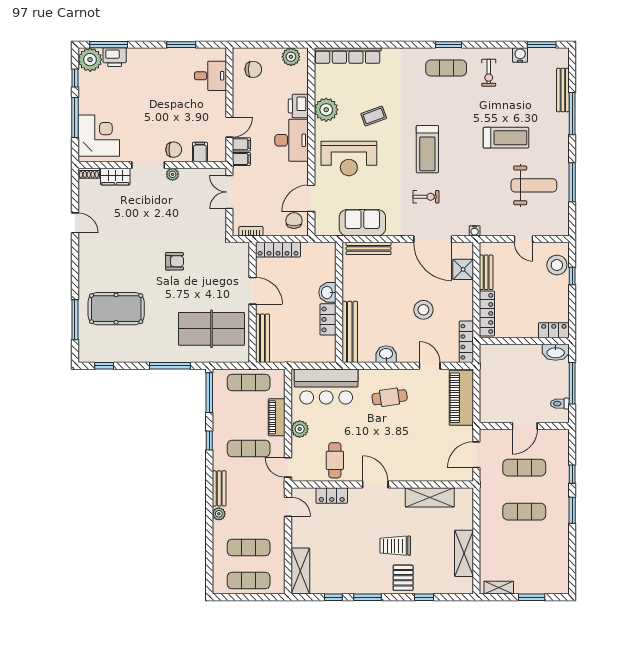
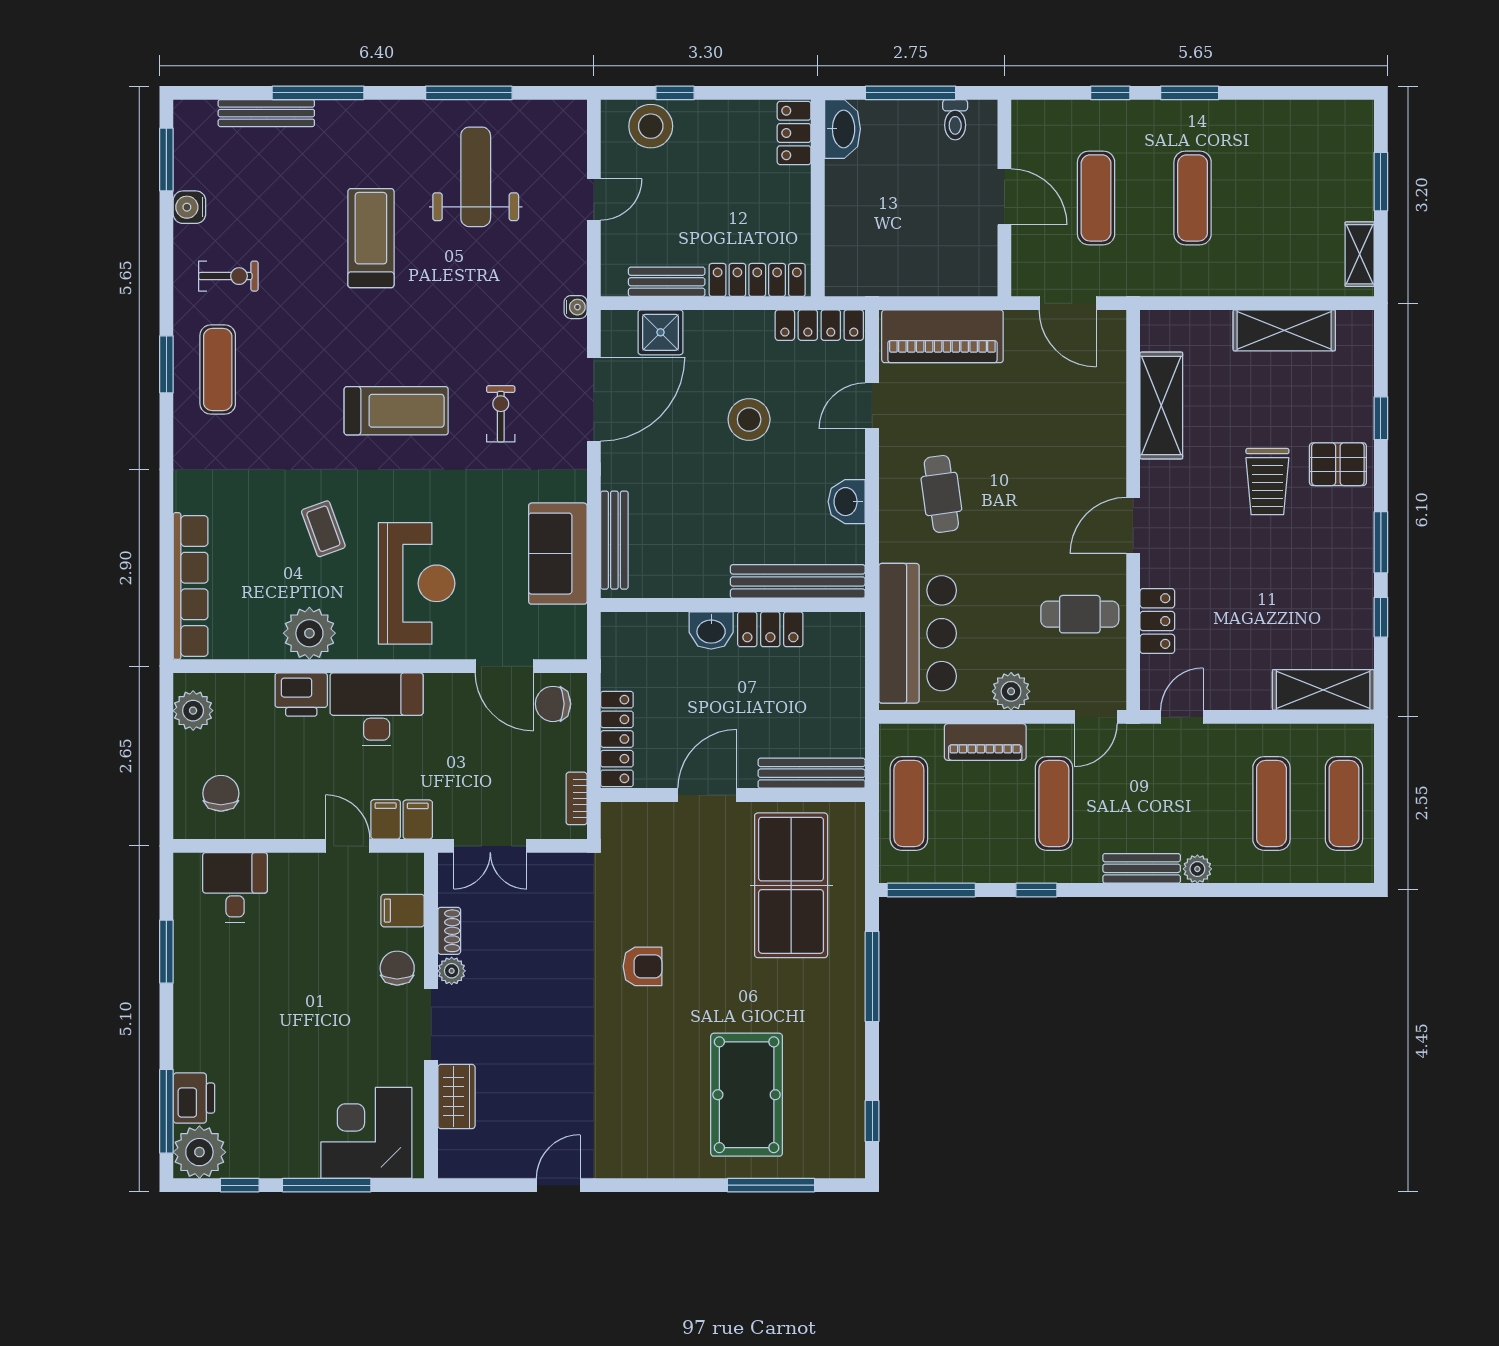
shoe rack: (89, 173) -> (449, 931), moved
armchair: (175, 261) -> (642, 966), turned 90

